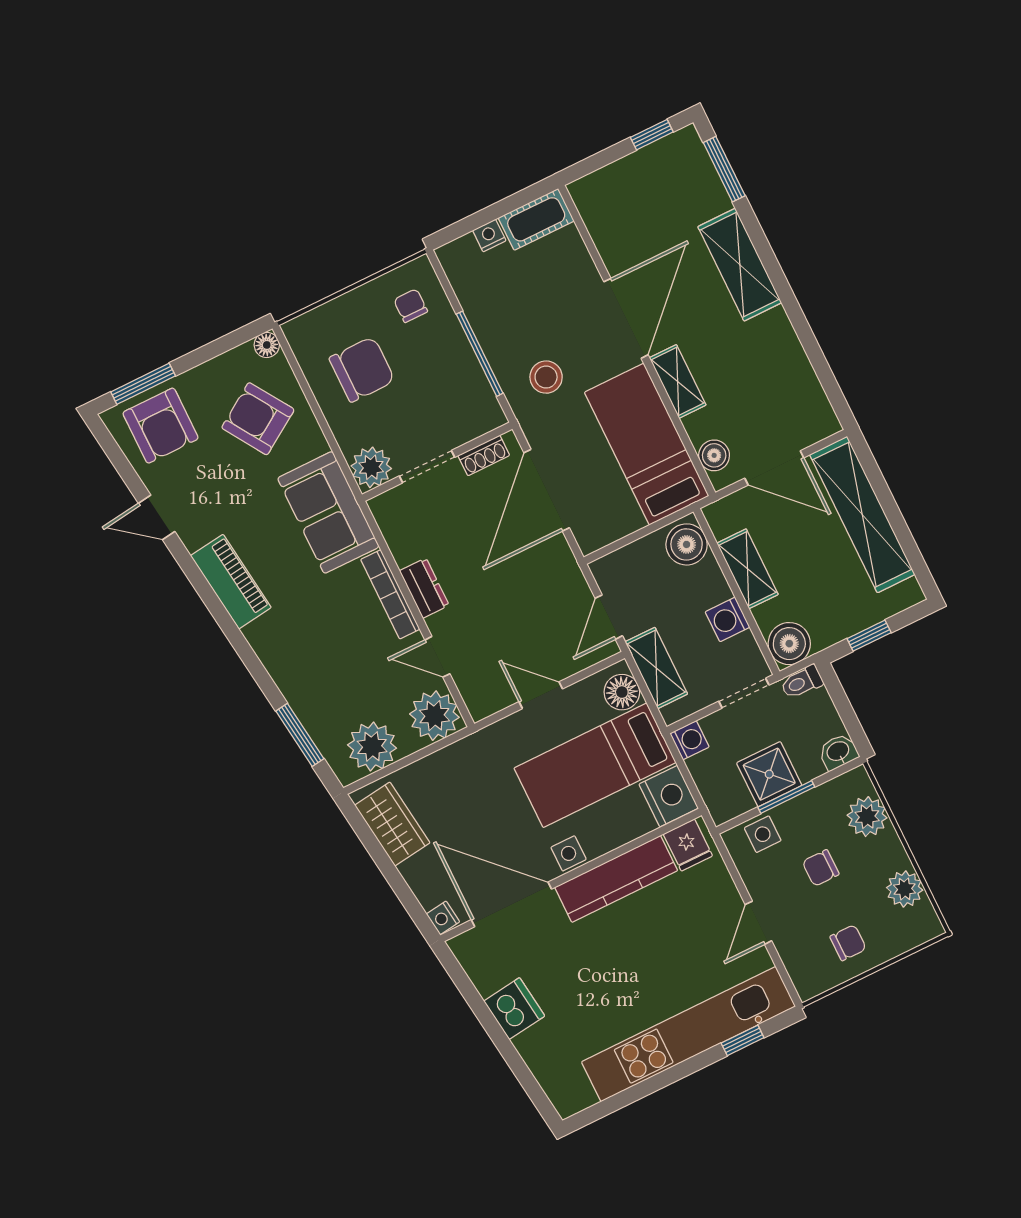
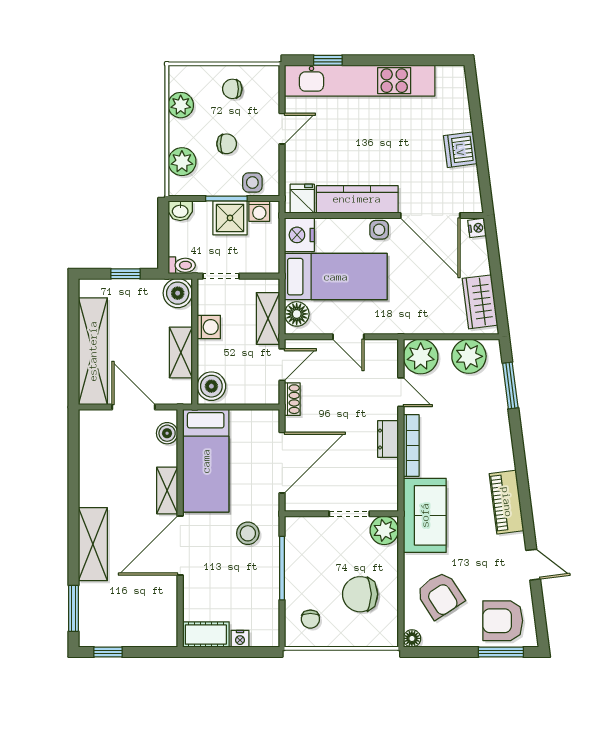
armchair: (161, 426) -> (503, 621), turned -90
shoe rack: (484, 455) -> (292, 399), moved, turned 90
washing machine: (689, 740) -> (259, 211), moved, turned -90

